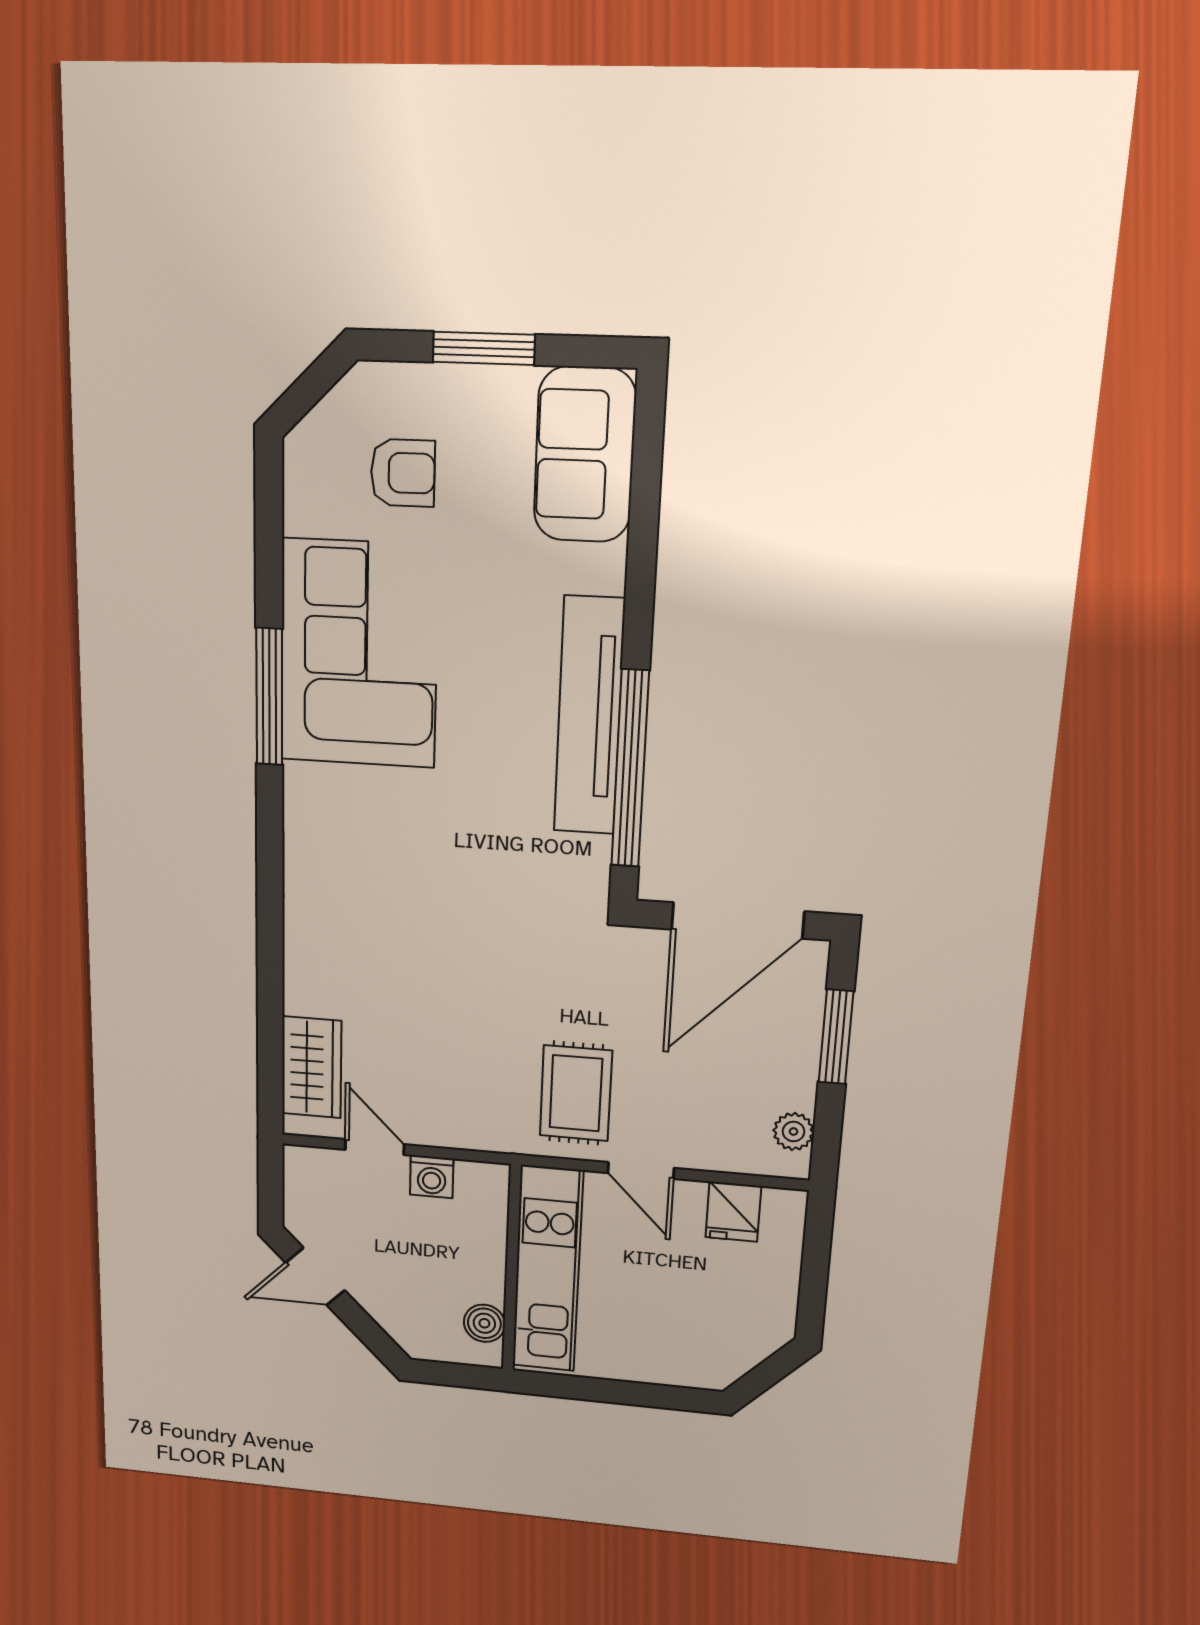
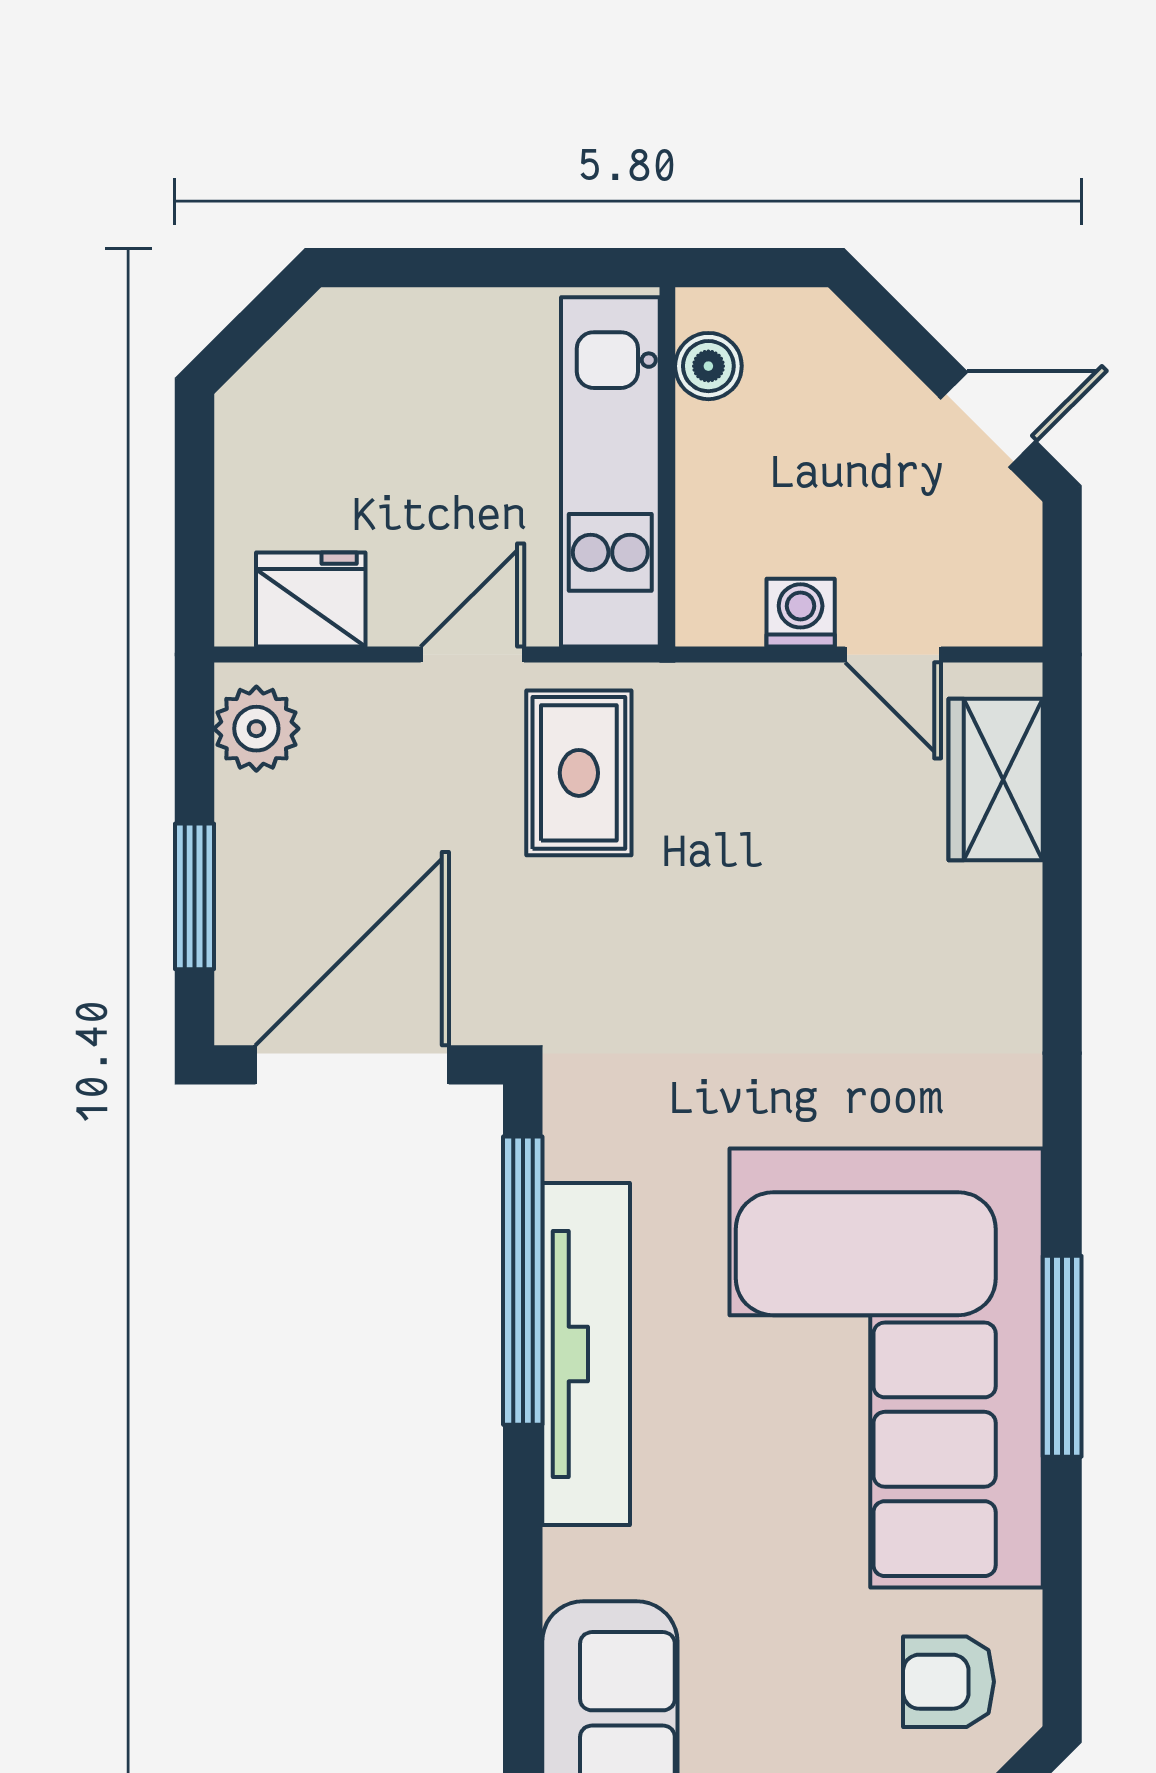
armchair: (403, 473) -> (949, 1682), moved
corner sofa: (359, 654) -> (886, 1368), width x1.36, depth x1.36
plant: (794, 1132) -> (256, 729), width x1.38, depth x1.38
door: (641, 1171) -> (472, 655), hinge flipped
fridge: (733, 1212) -> (311, 600), width x1.38

